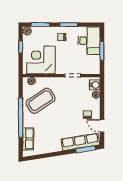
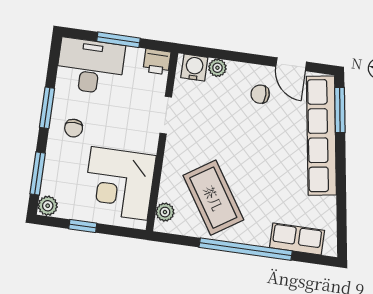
printer: (95, 69) -> (157, 62), added
door: (102, 126) -> (291, 64), hinge flipped
row of seats: (80, 142) -> (321, 136), width x1.36

